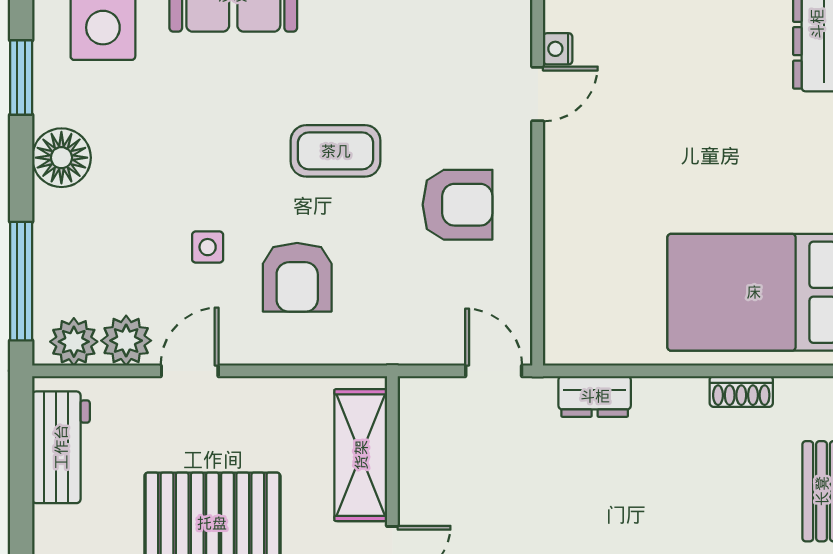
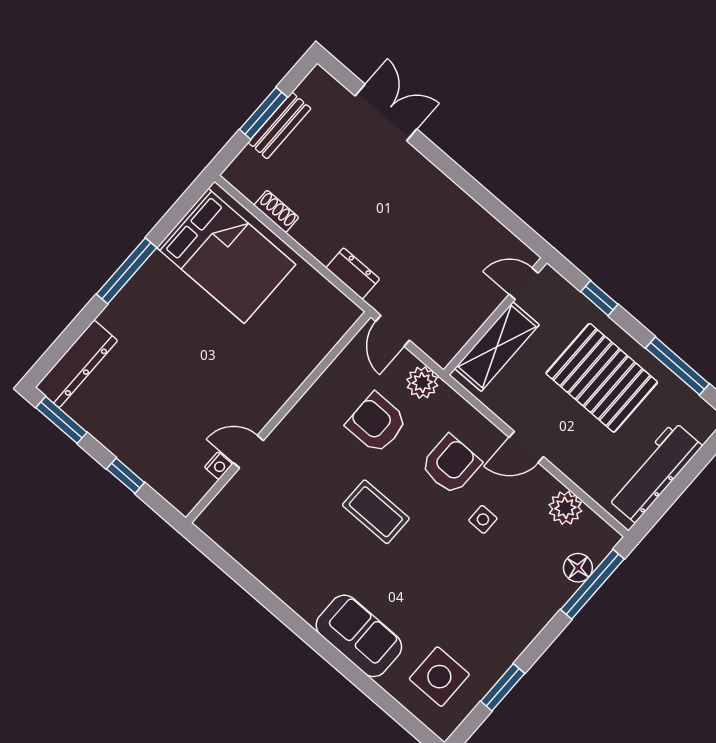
floor lamp: (61, 158) -> (578, 568), moved, width x0.73, depth x0.73
armchair: (458, 205) -> (377, 423), moved
plant: (74, 342) -> (422, 383), moved
door: (190, 371) -> (526, 447), moved
workbench: (61, 447) -> (655, 472), width x1.38

